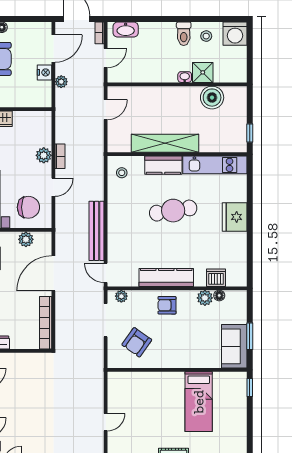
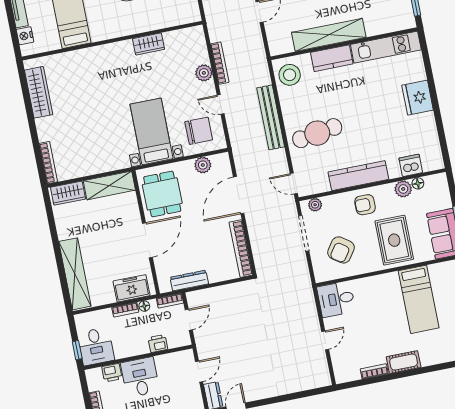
bookcase: (60, 156) -> (220, 63), width x1.56
stool: (122, 173) -> (290, 75), width x1.89, depth x1.89
door: (53, 187) -> (221, 104), swing flipped
cafe table: (173, 211) -> (317, 133), moved
bench: (97, 231) -> (271, 117), moved
rug: (187, 343) -> (394, 240), added
desk: (123, 386) -> (336, 299), added

